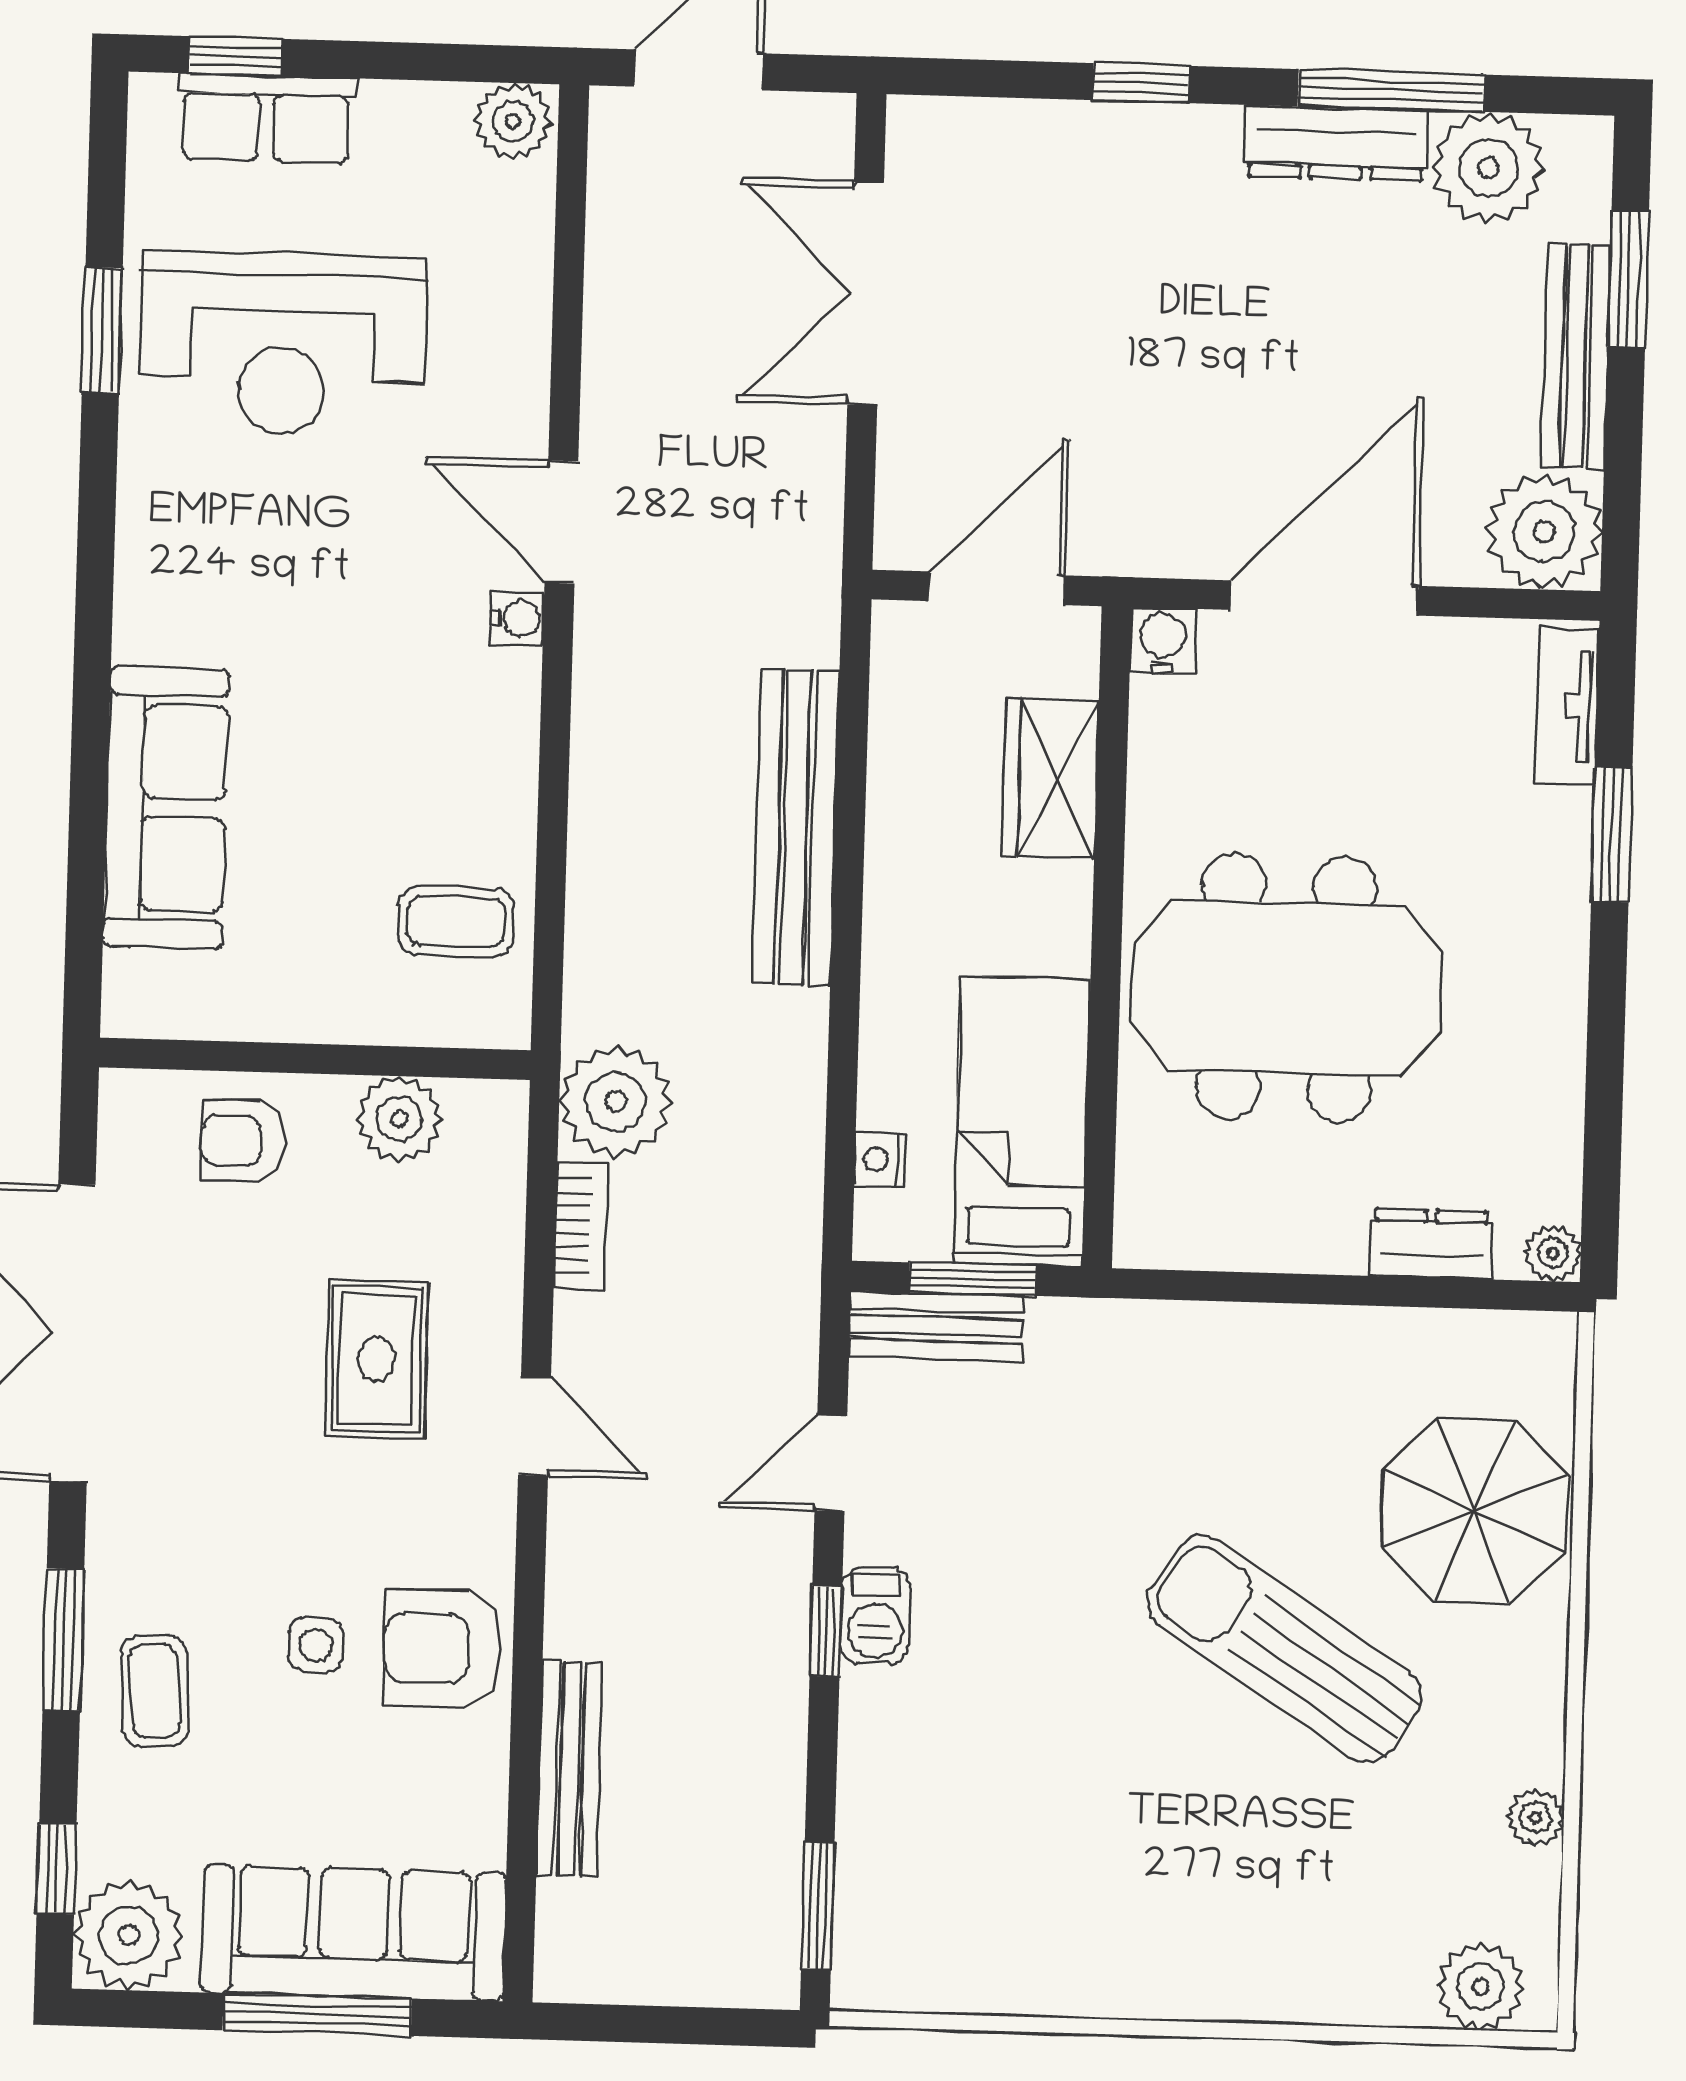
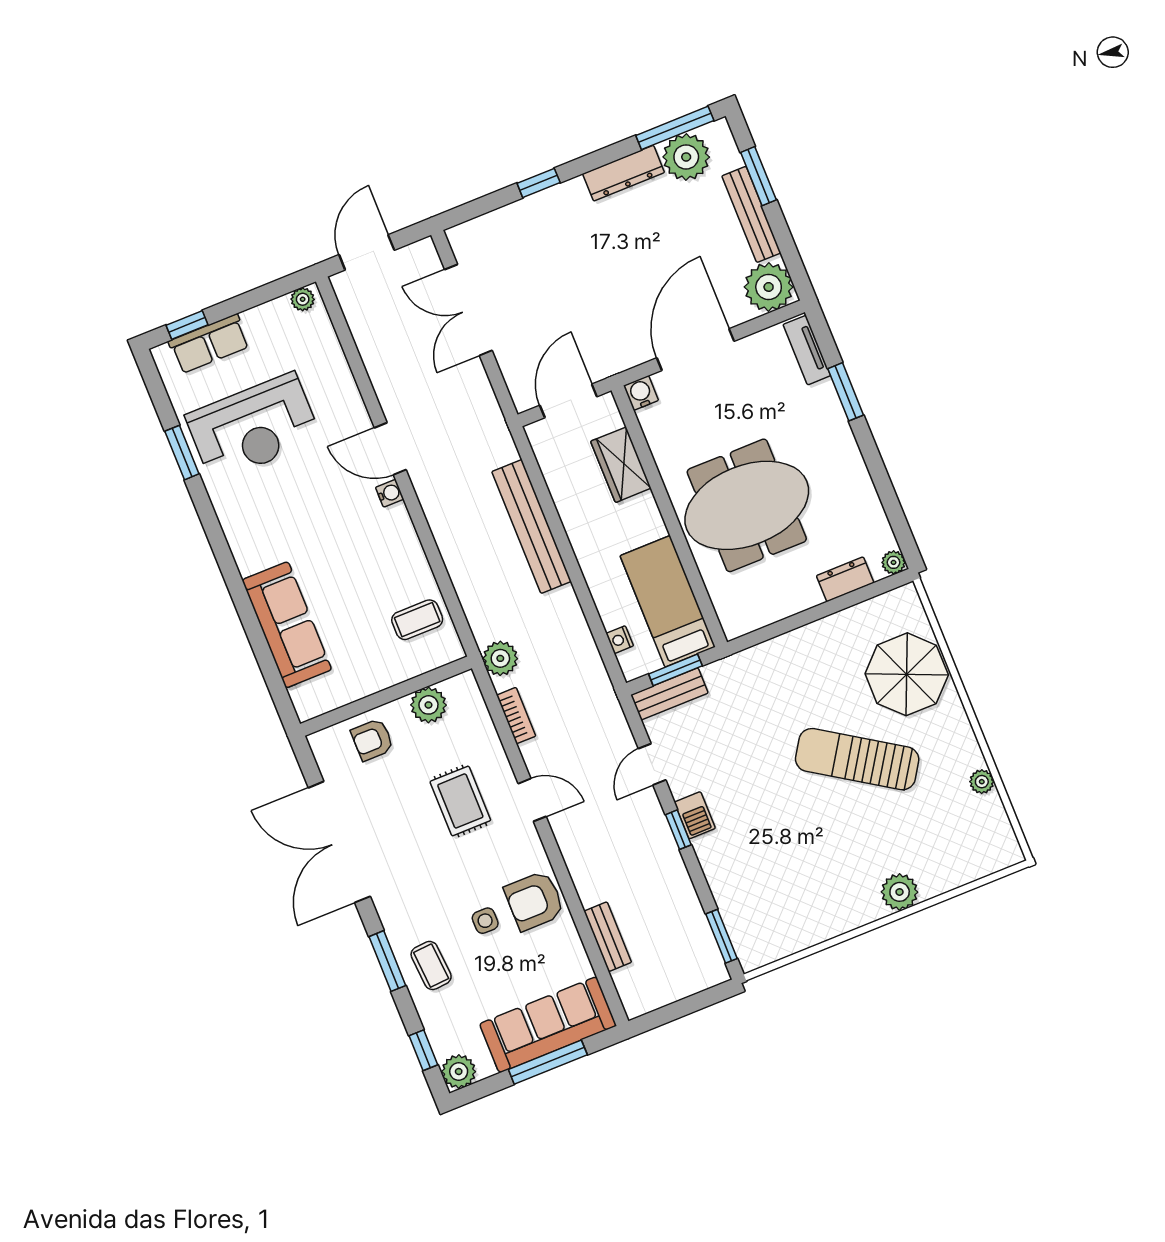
window: (1391, 90) -> (675, 128), moved
plant: (513, 121) -> (303, 299), width x0.73, depth x0.73
plant: (616, 1101) -> (500, 658), width x0.73, depth x0.73
bench: (569, 1769) -> (608, 937), width x0.73
plant: (128, 1935) -> (459, 1072), width x0.73, depth x0.73
plant: (1481, 1987) -> (900, 892), moved

